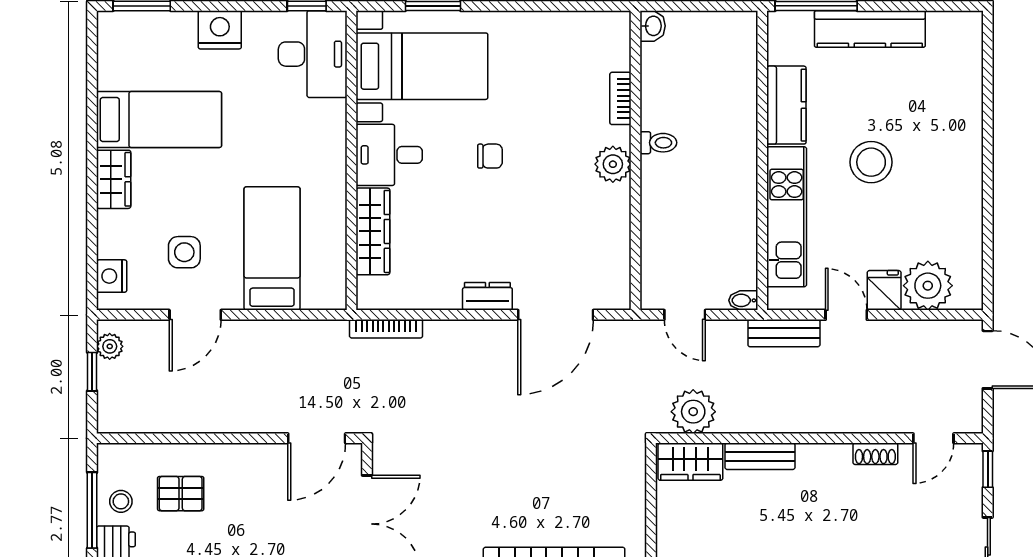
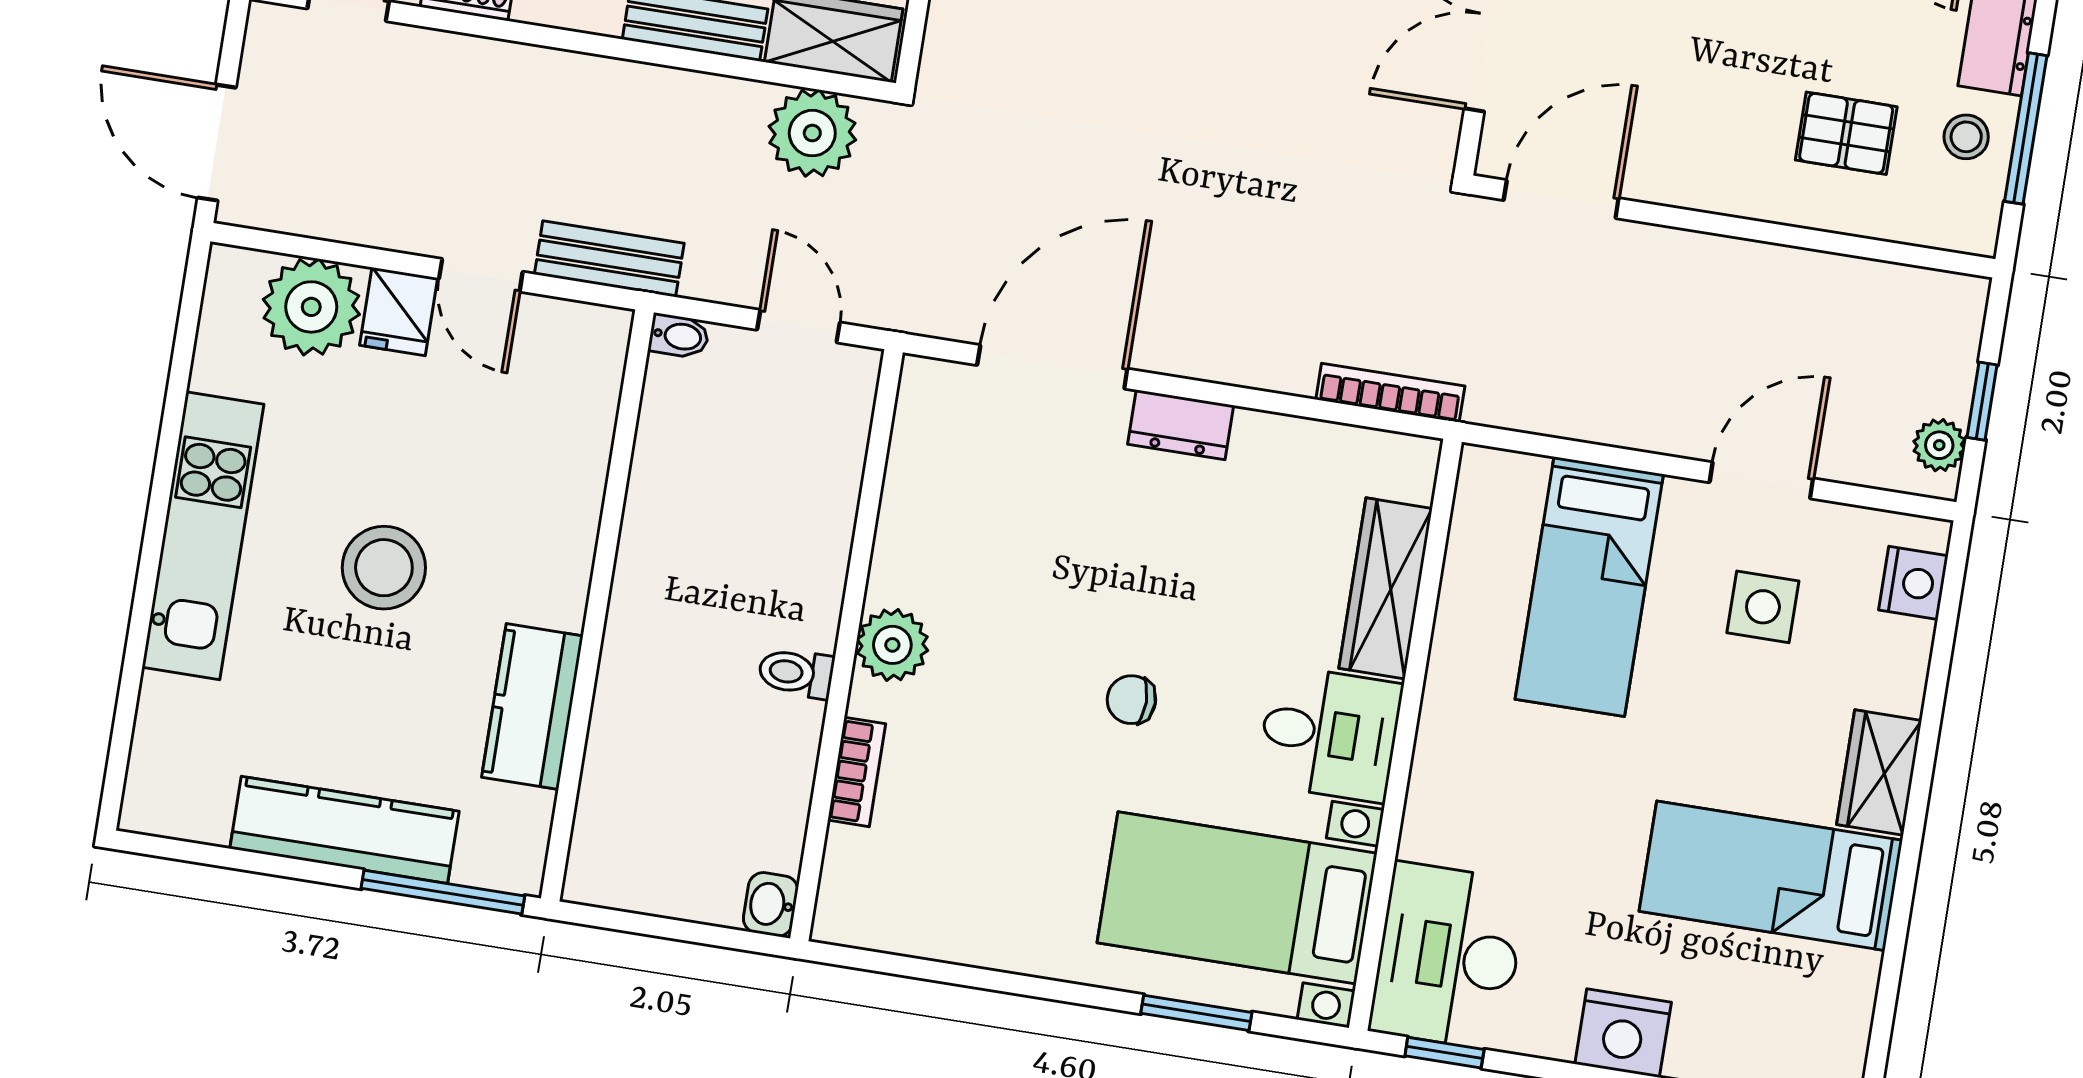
kitchen unit: (787, 217) -> (203, 536), moved, turned 180

